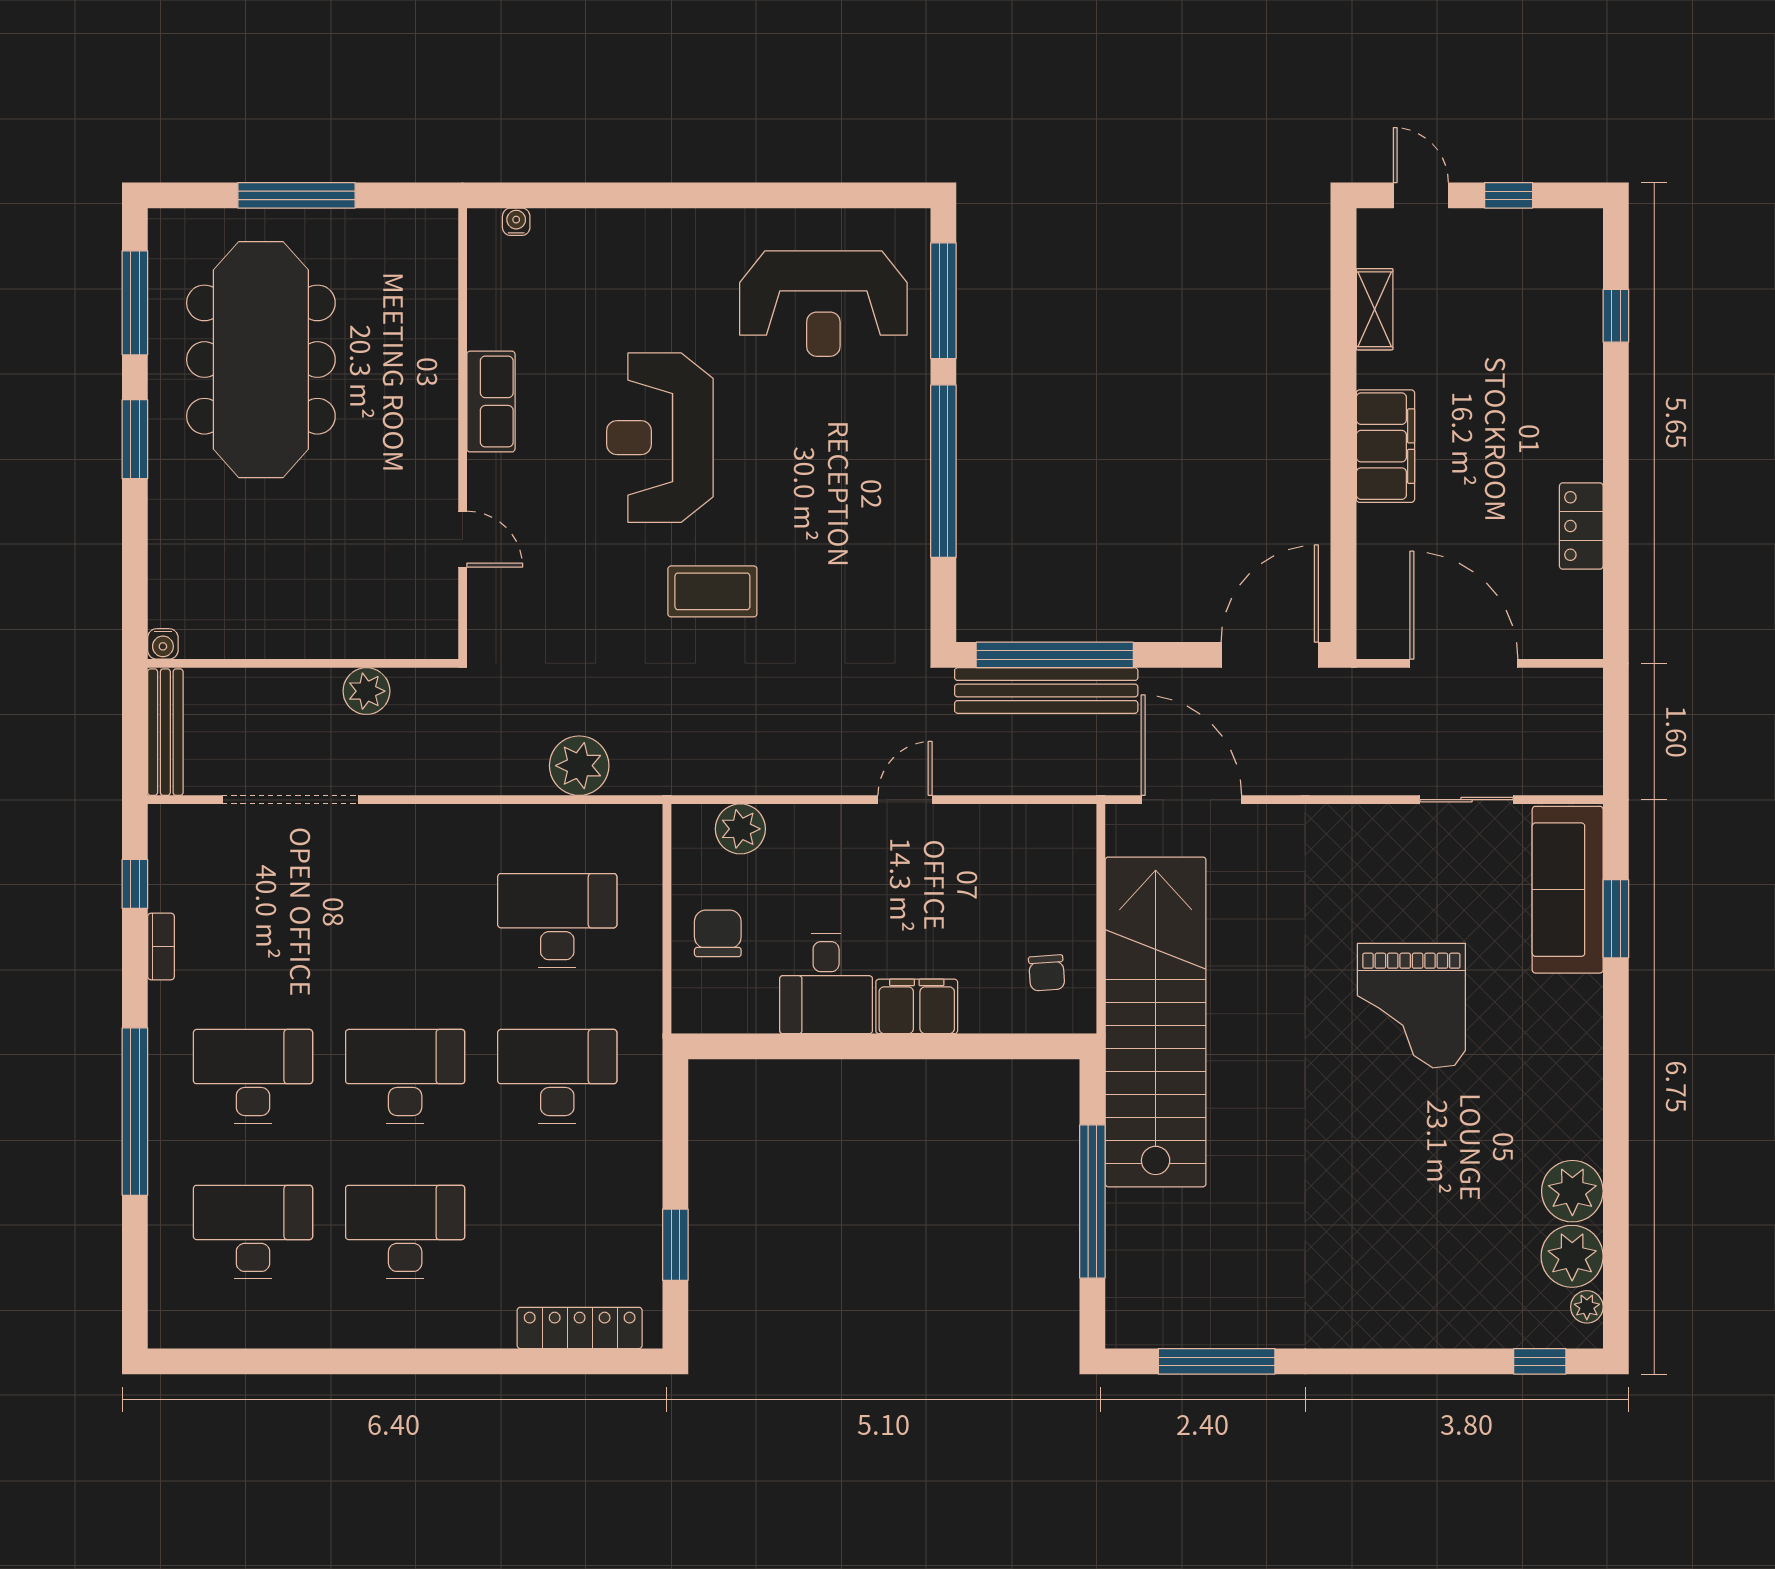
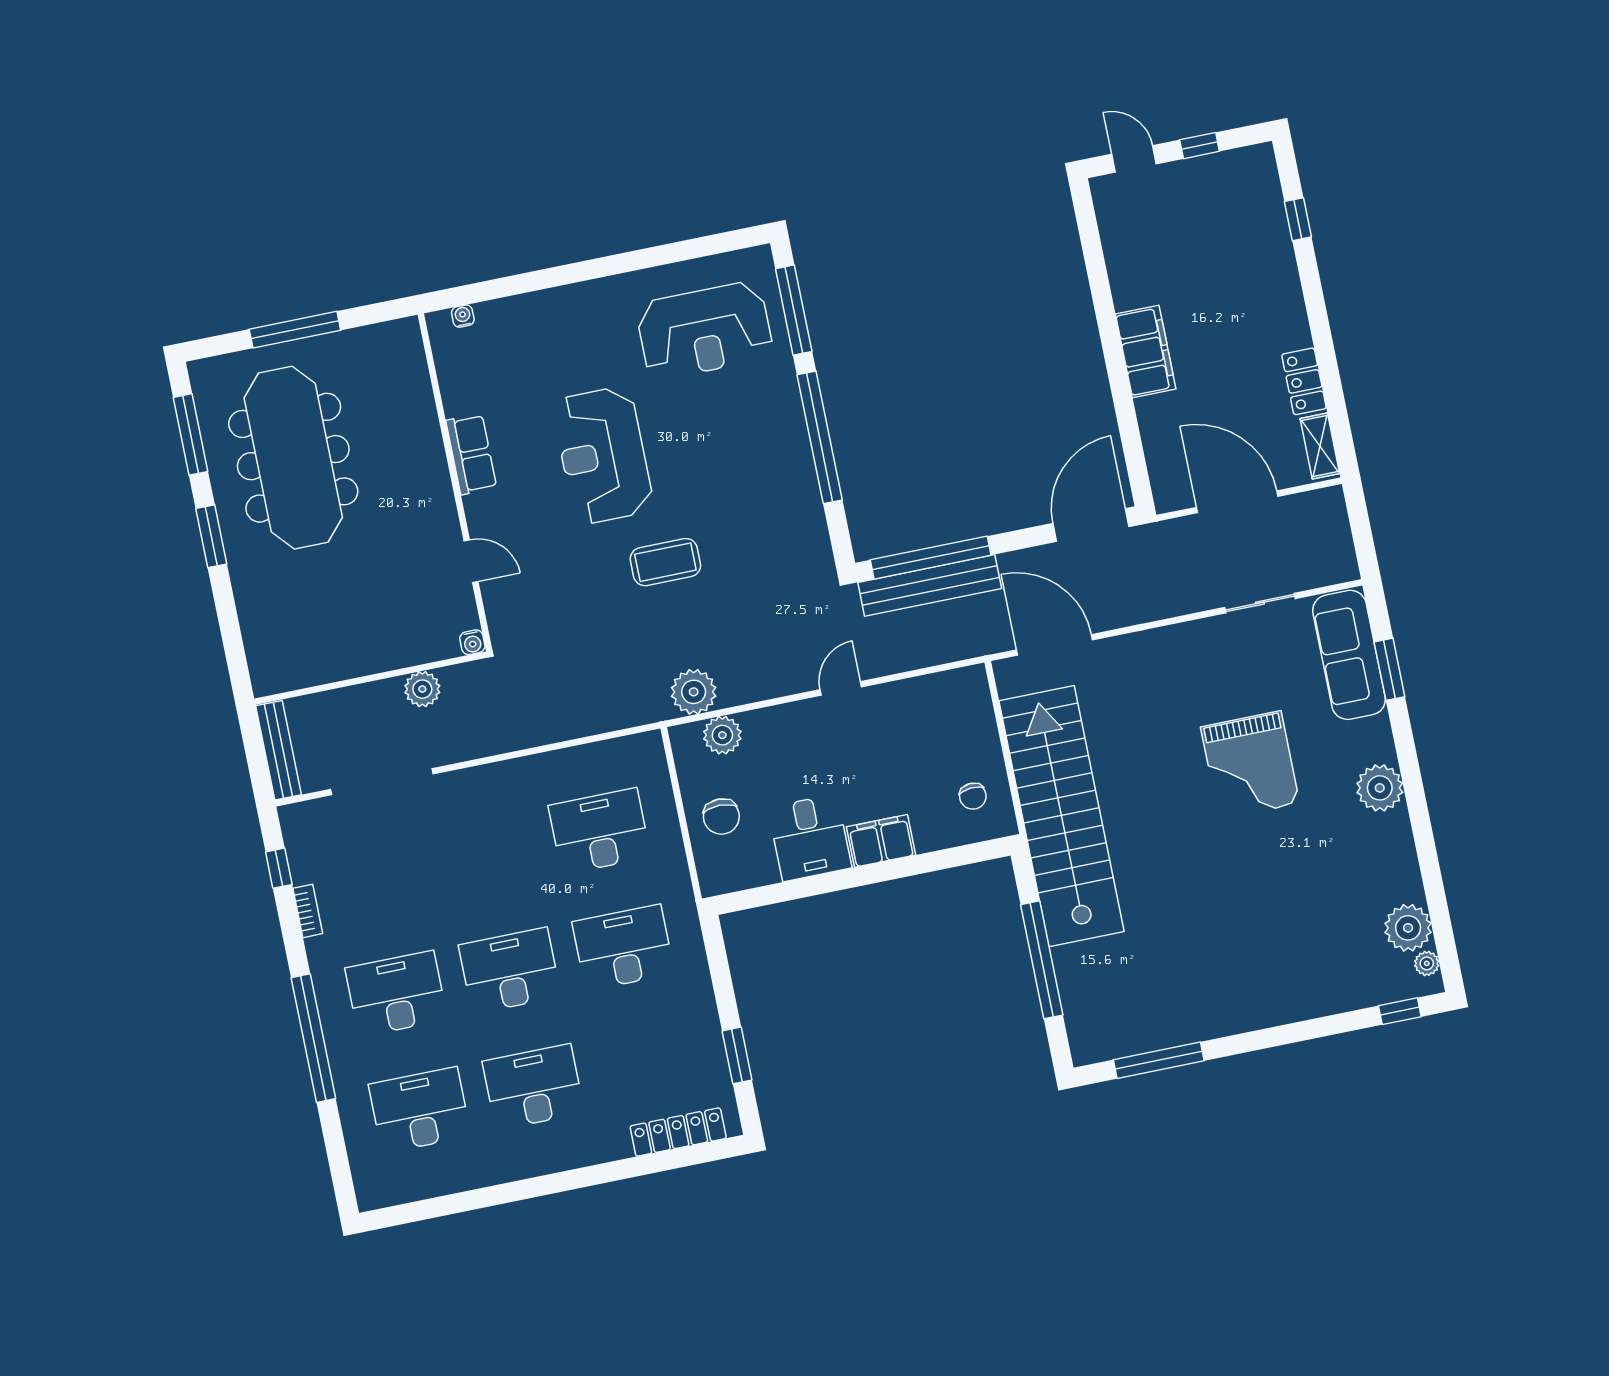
shelving: (1375, 309) -> (1320, 446), moved
water cooler: (163, 644) -> (472, 642), moved
plant: (579, 766) -> (694, 692), moved
chair: (718, 933) -> (721, 817), turned 180
plant: (1572, 1191) -> (1380, 788), moved

